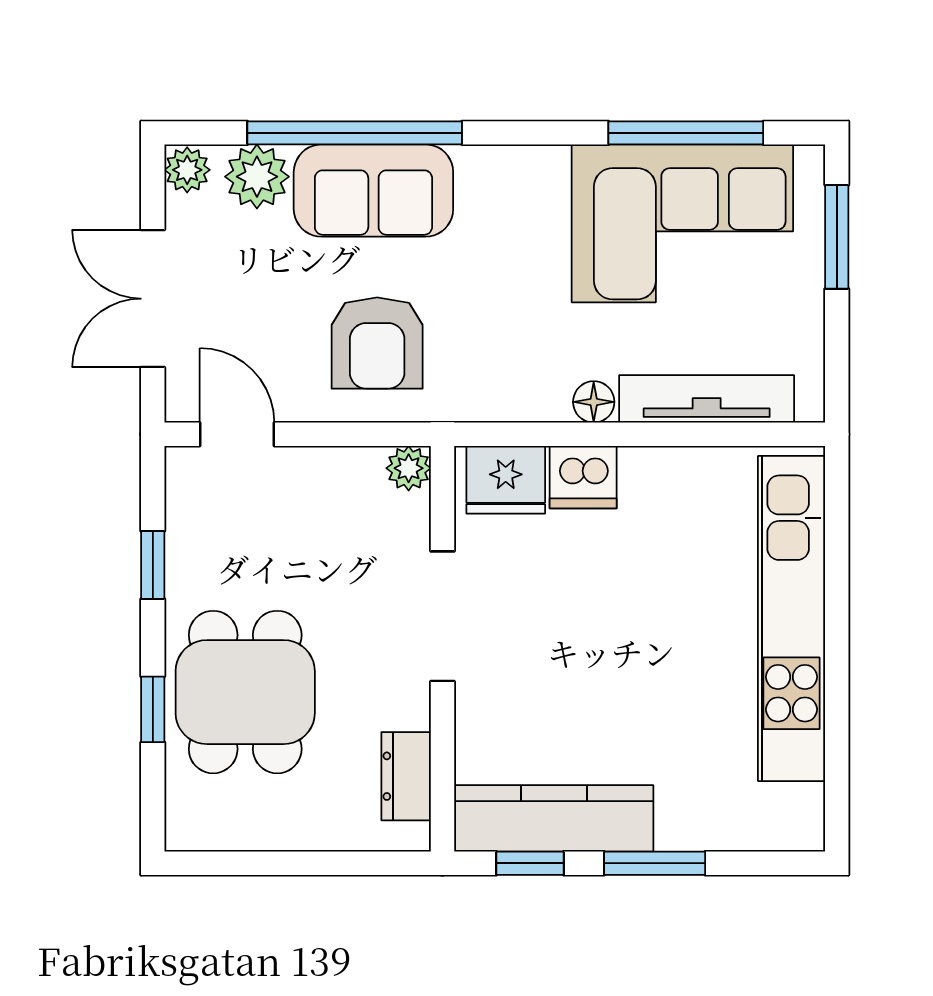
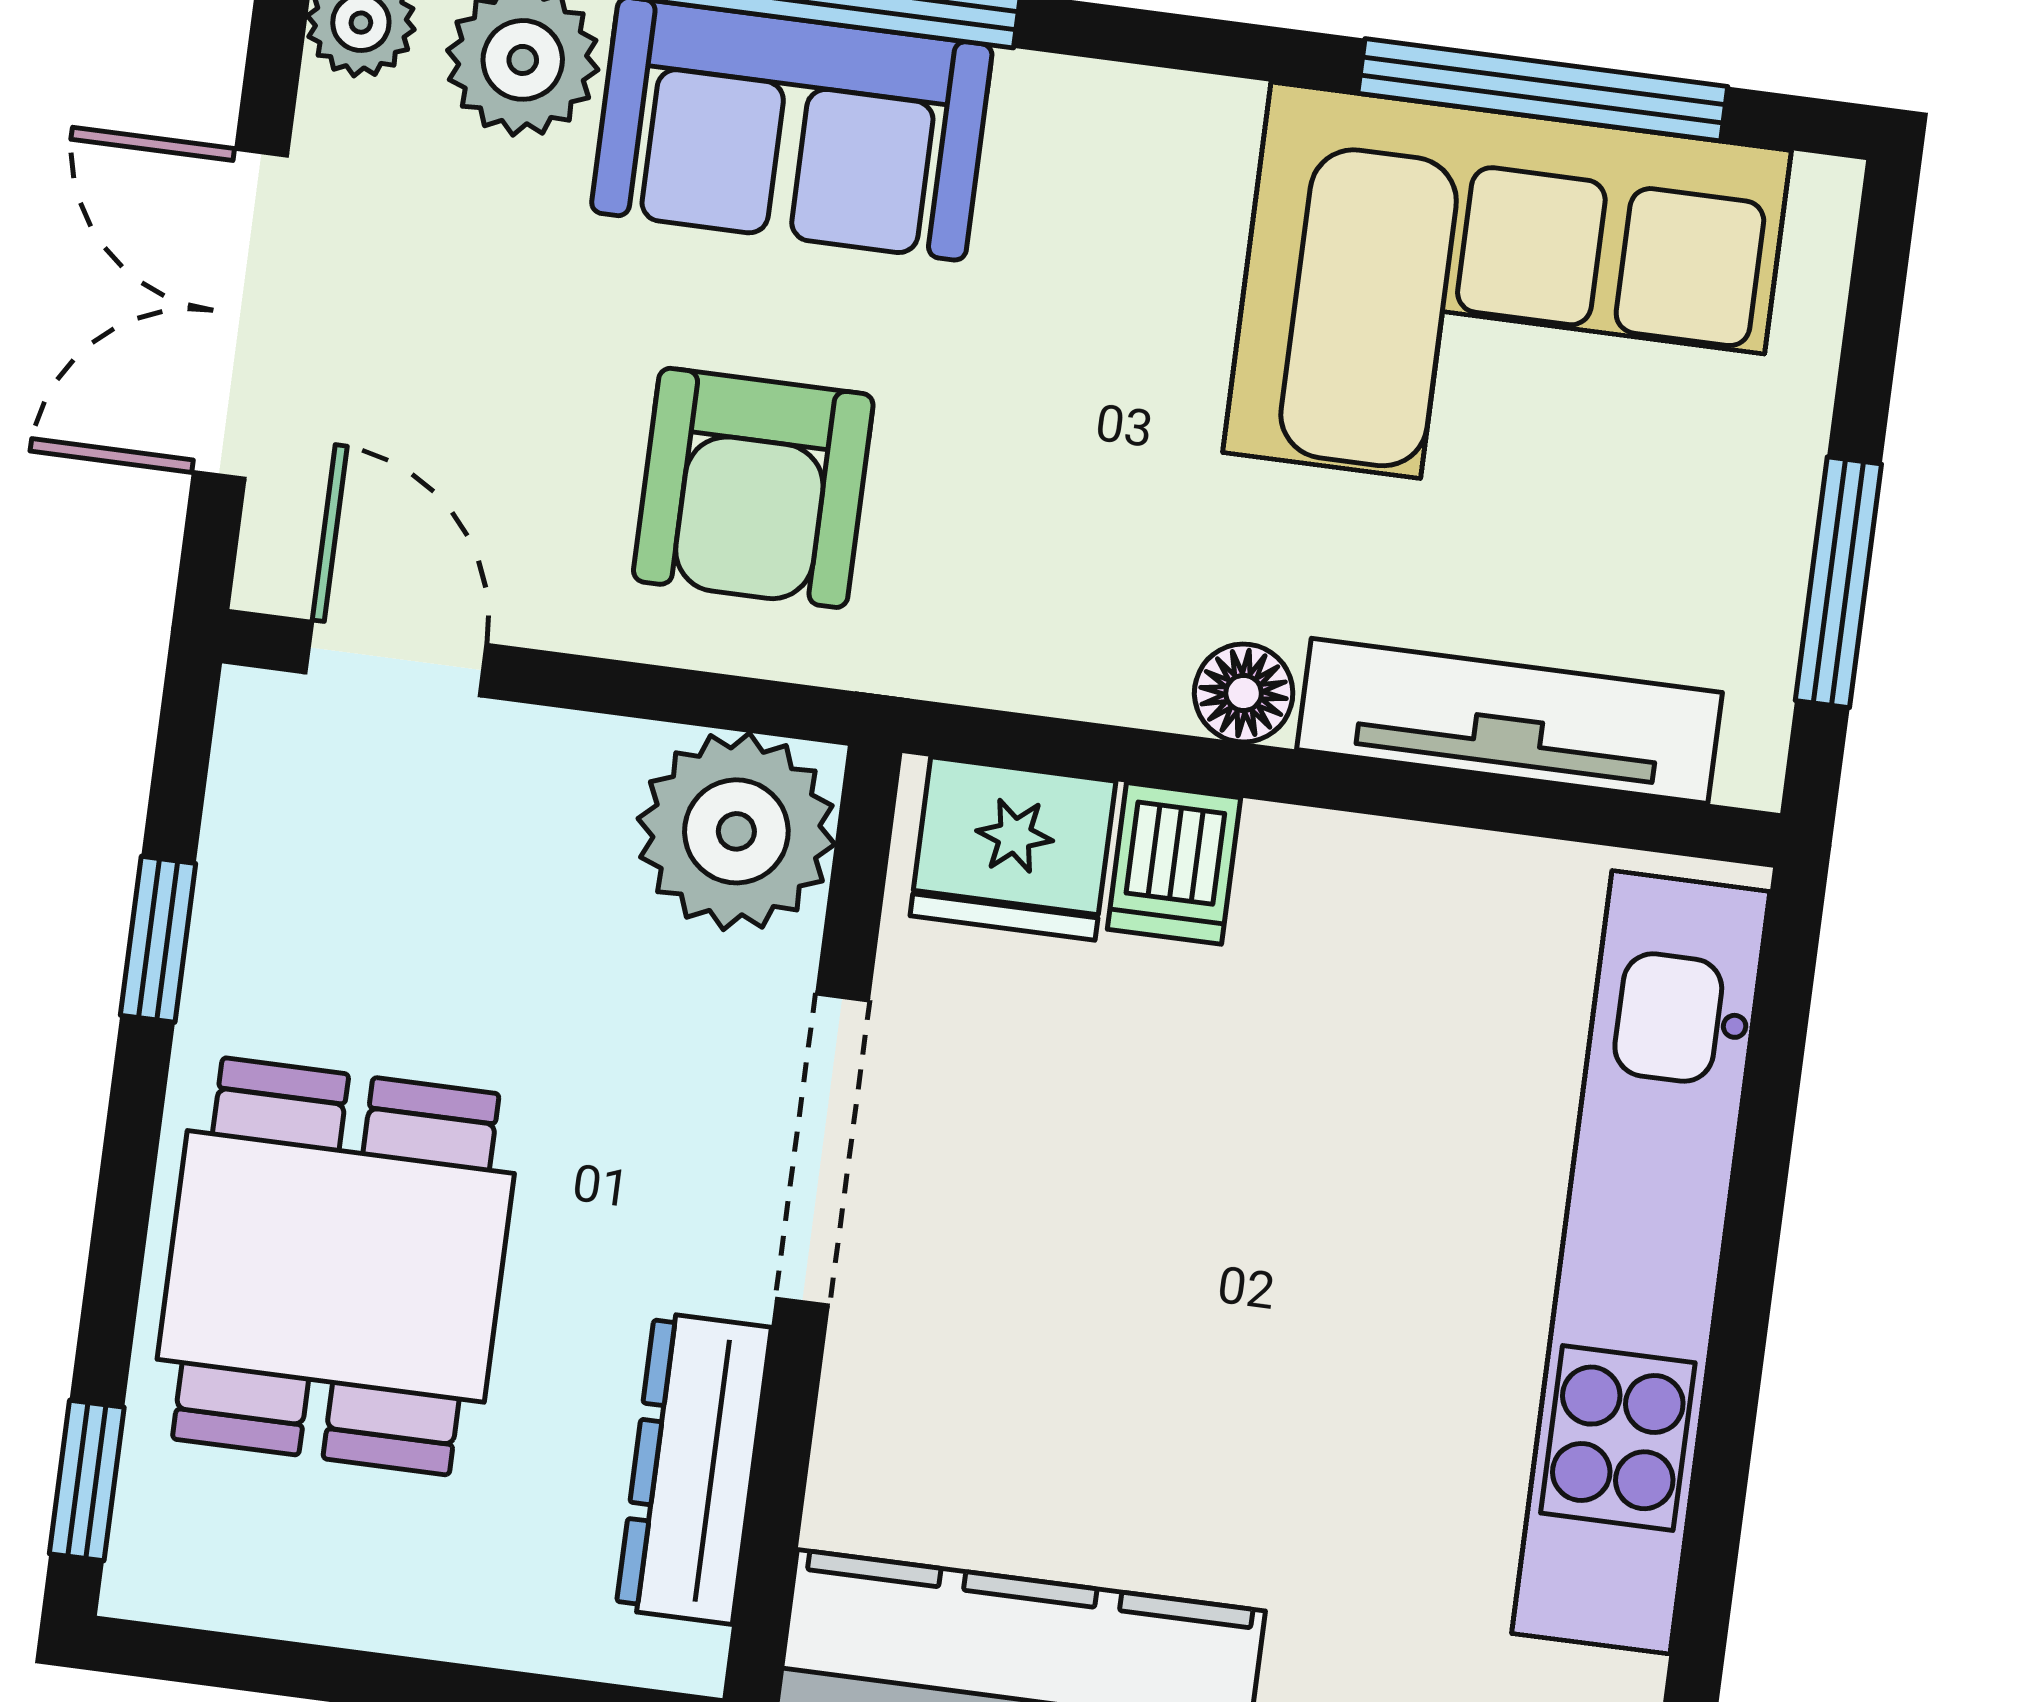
window: (837, 237) -> (1838, 582), moved
plant: (409, 468) -> (736, 831), width x1.88, depth x1.88
dishwasher: (583, 477) -> (1174, 863), width x0.73
window: (153, 709) -> (87, 1480), moved
dresser: (406, 776) -> (694, 1468), width x1.44

